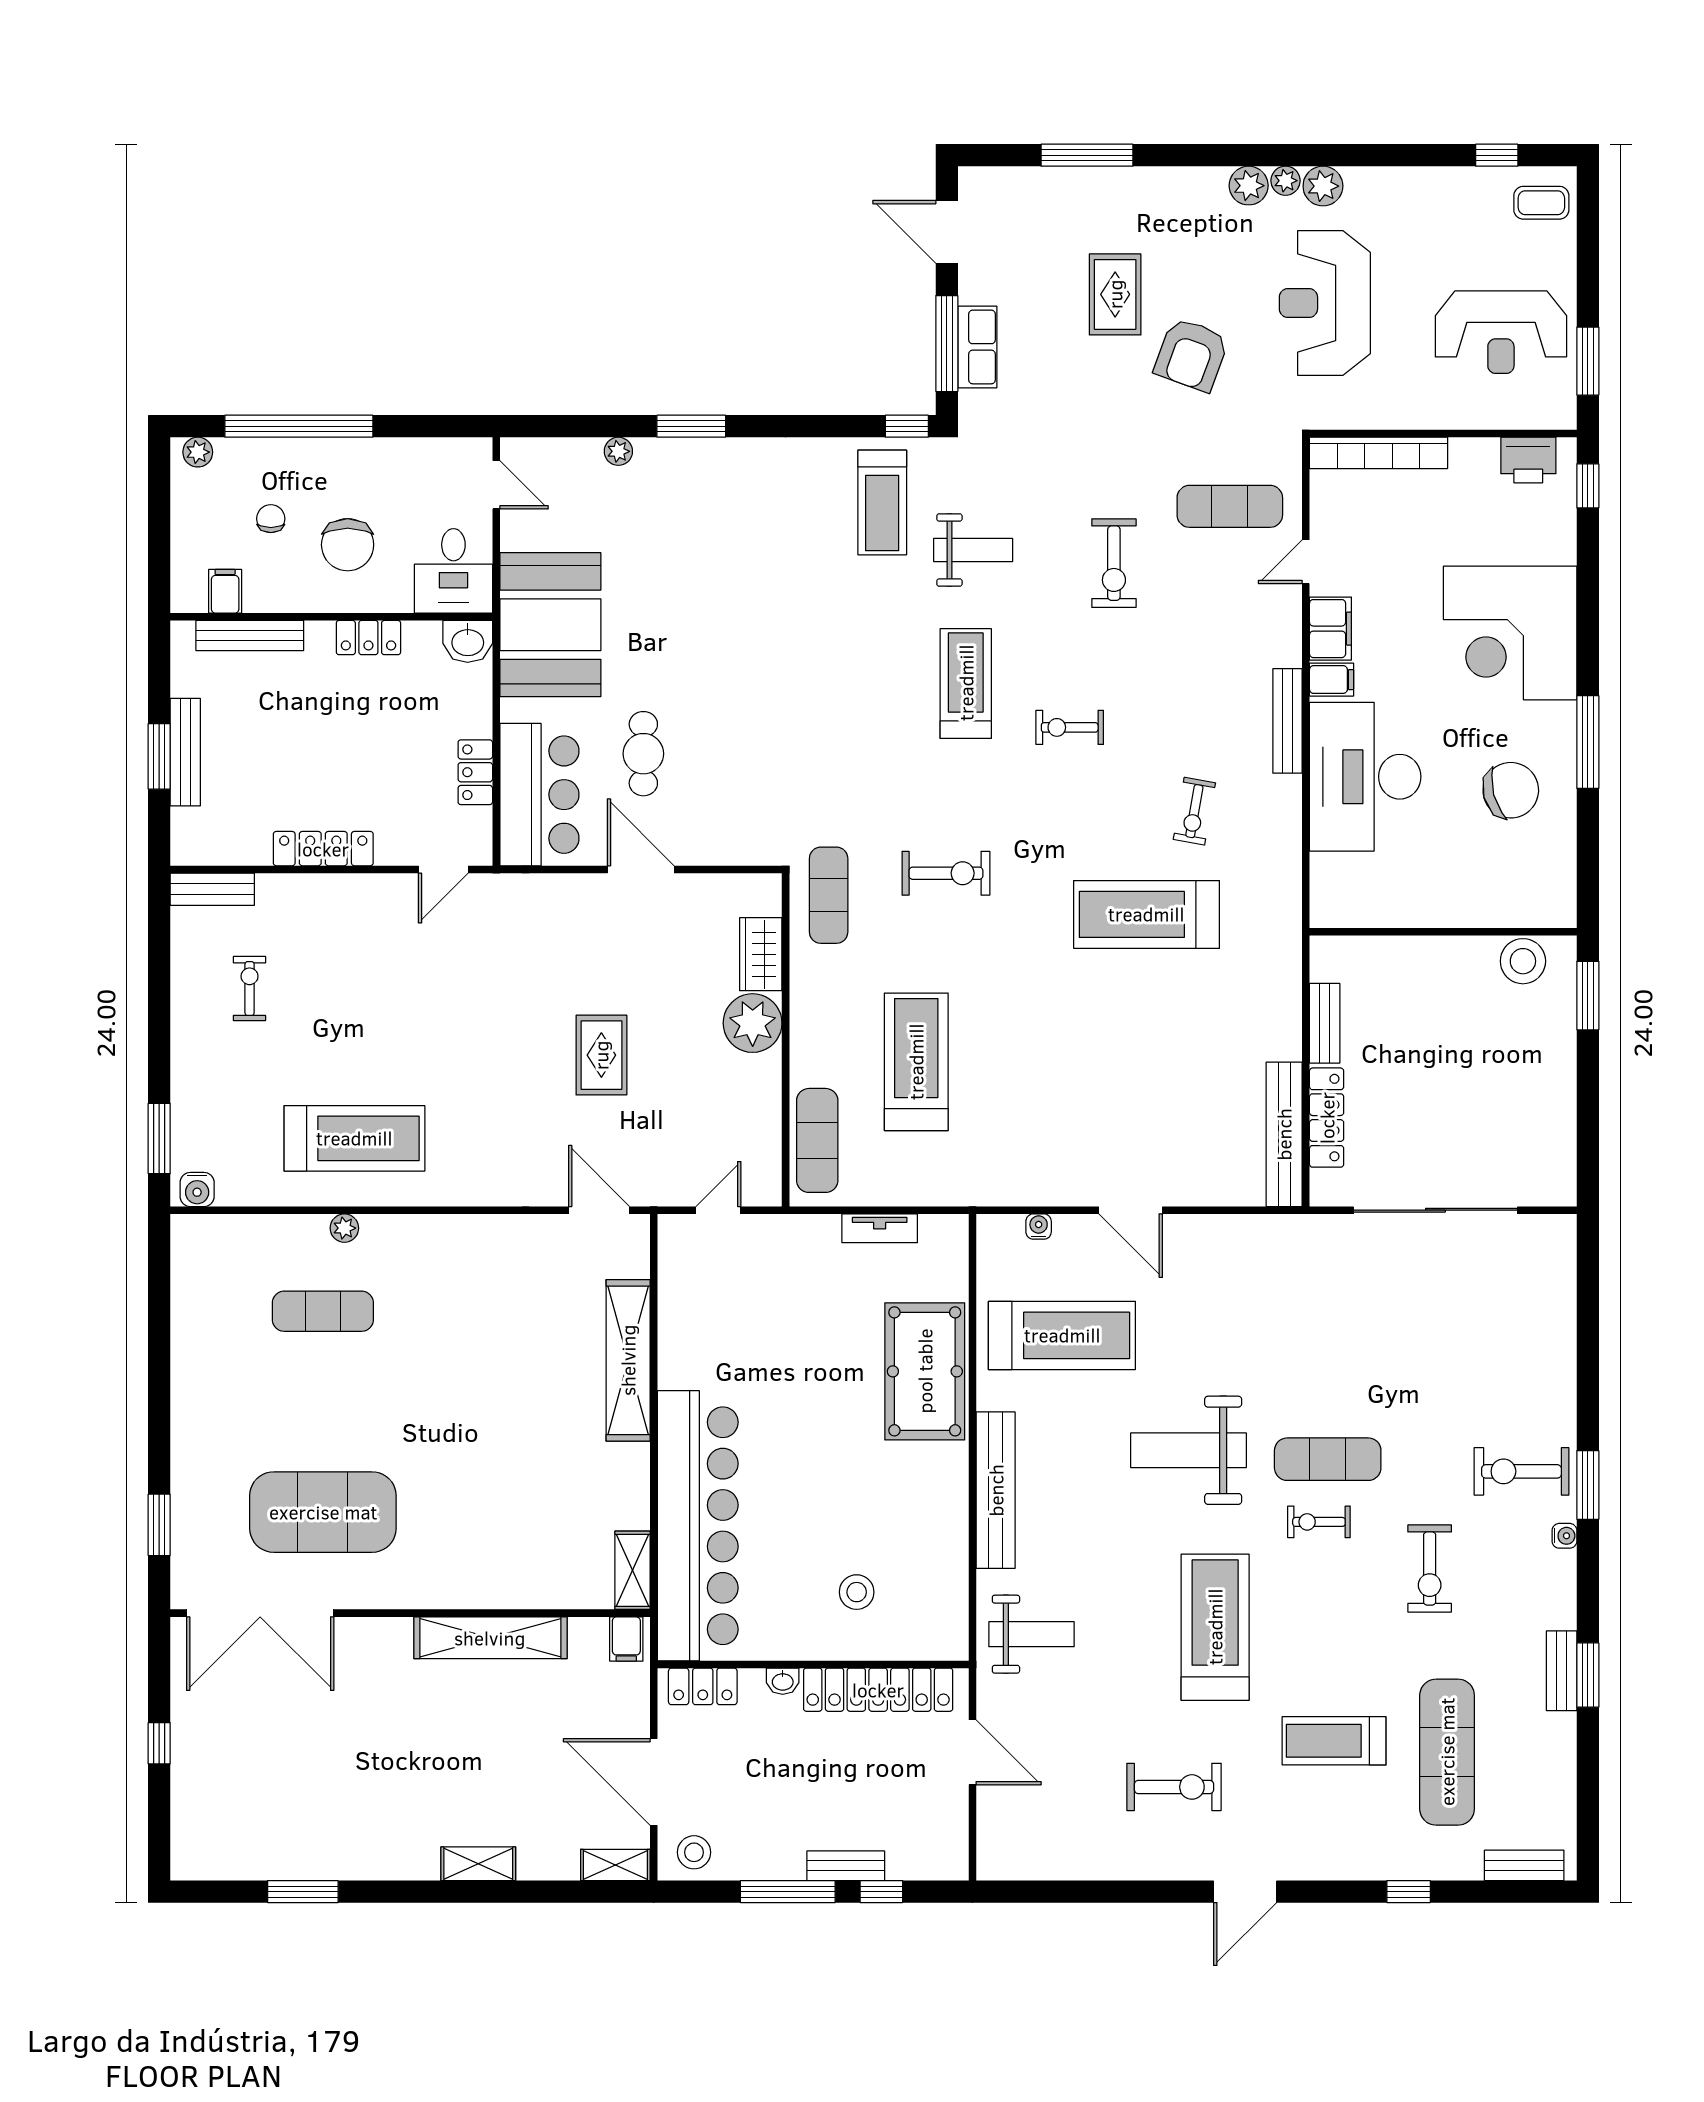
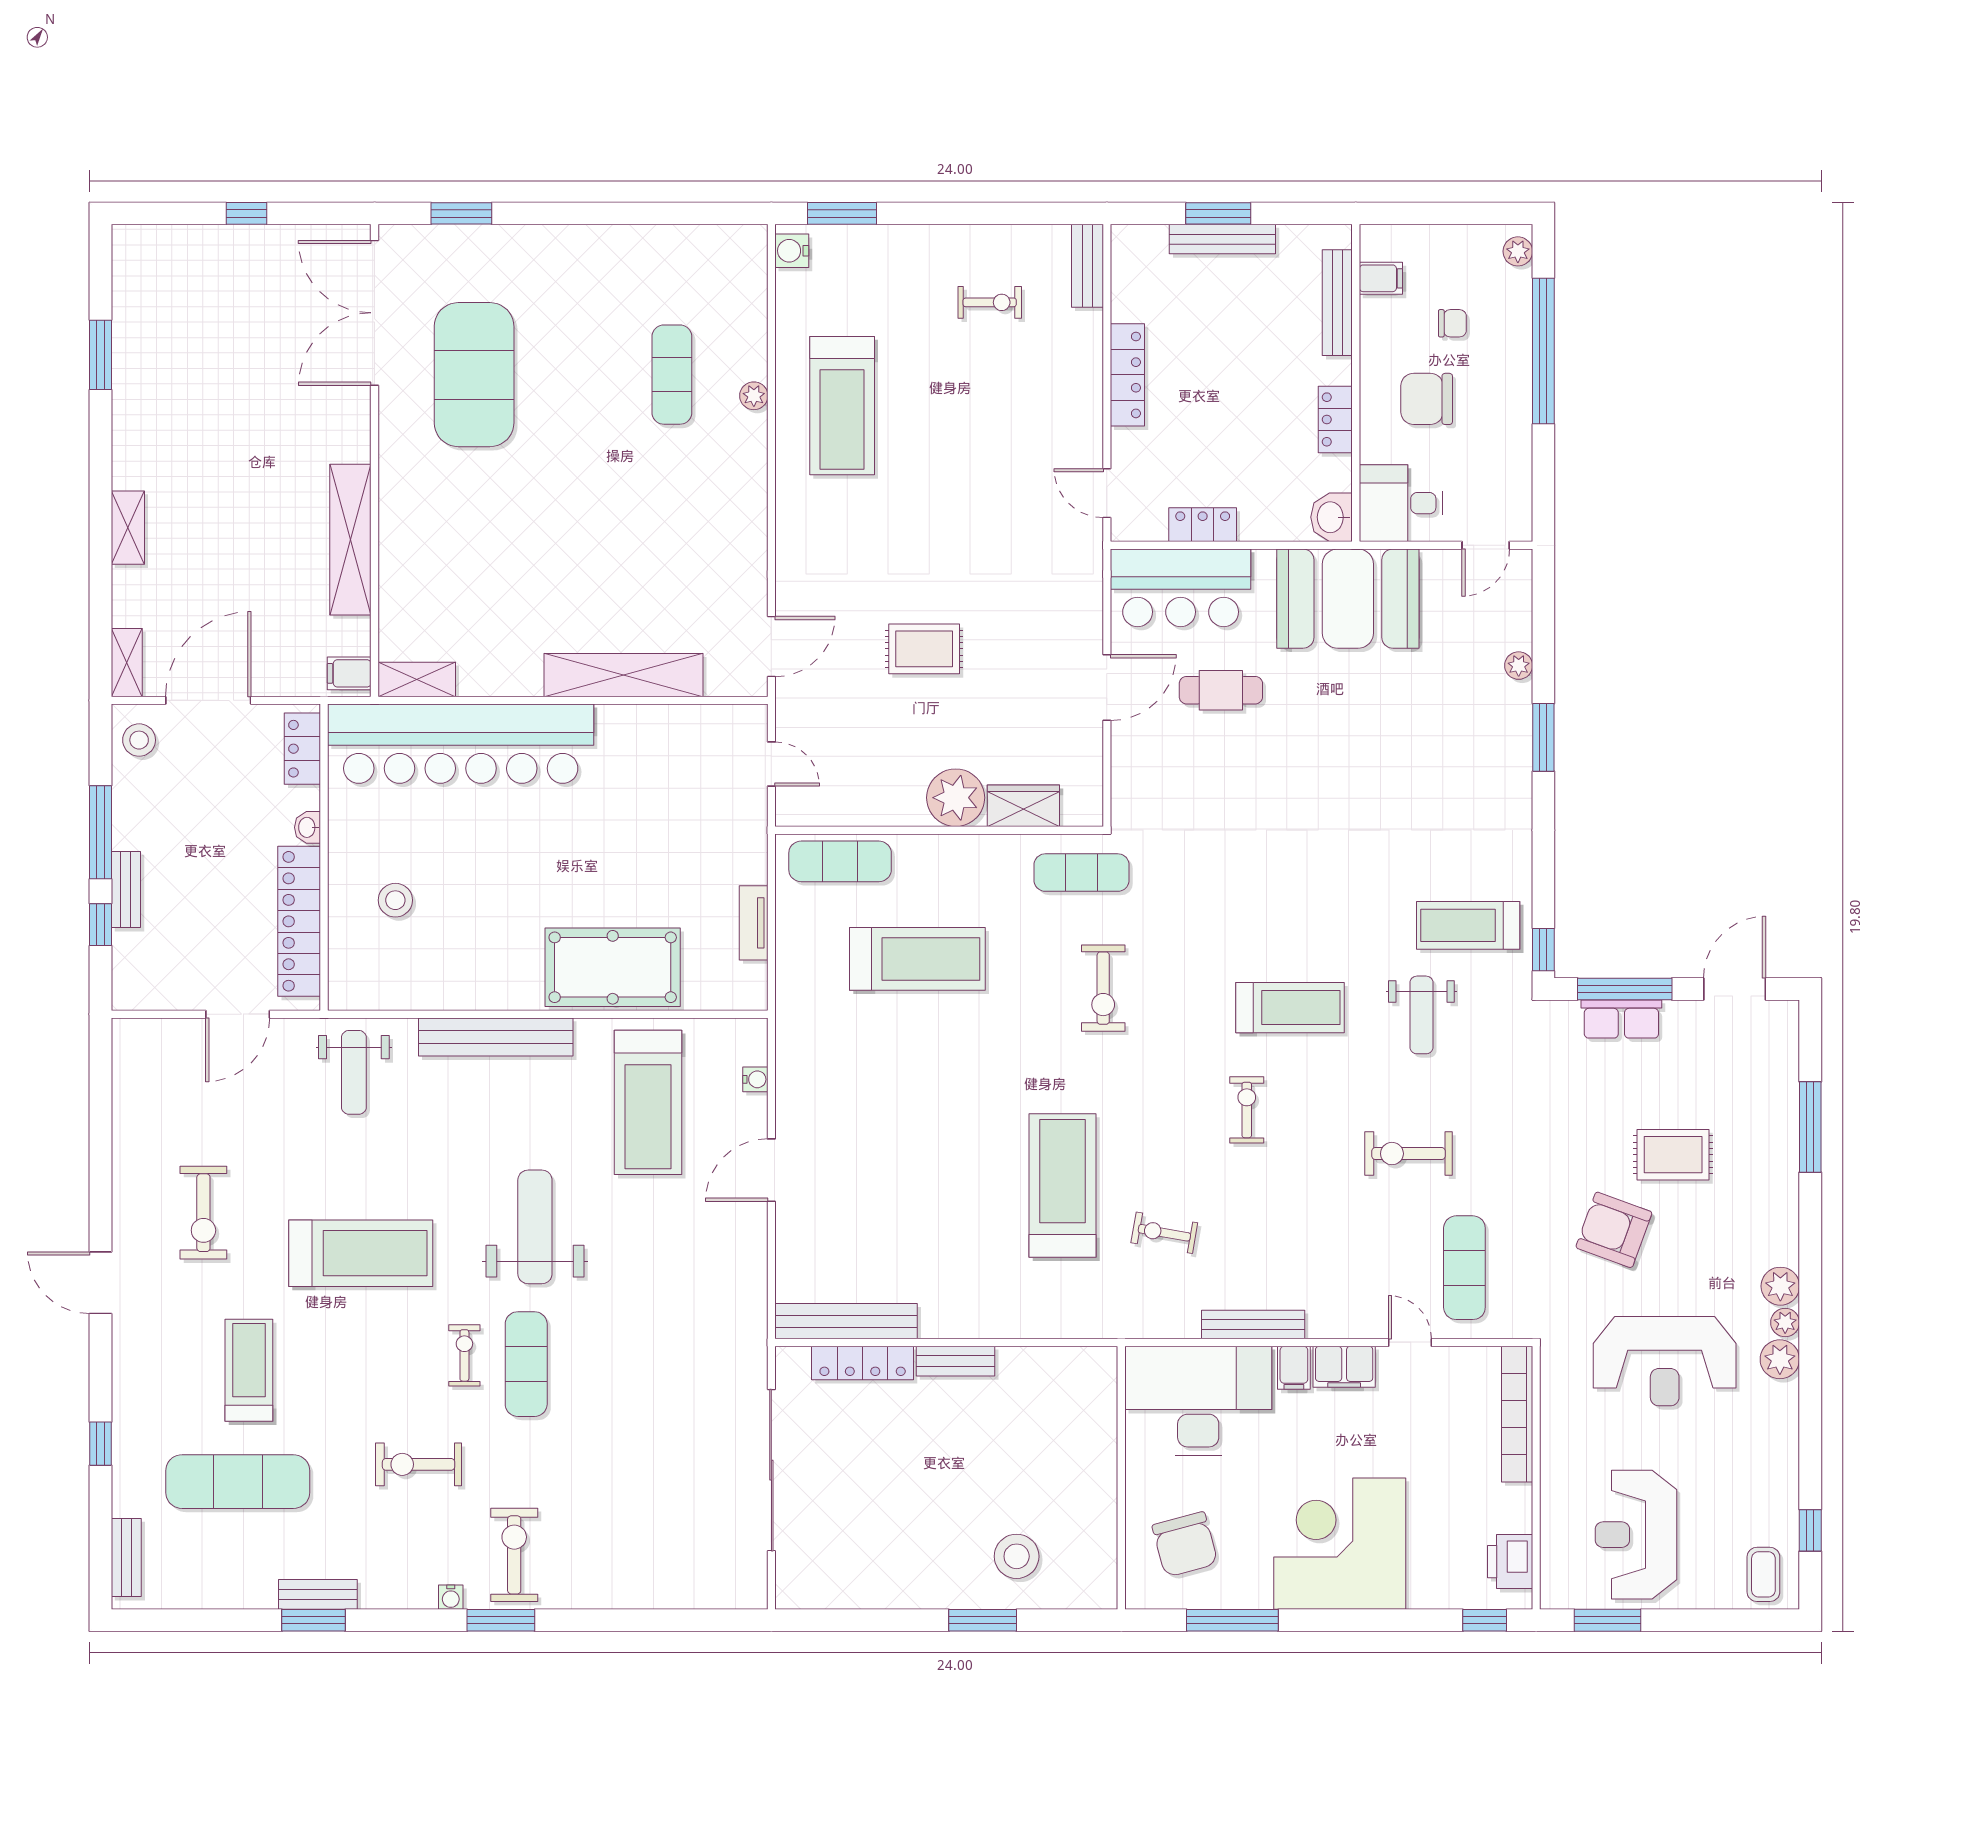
reception desk: (1325, 303) -> (1665, 1361), turned 180
wall: (1443, 932) -> (1121, 1478), moved

